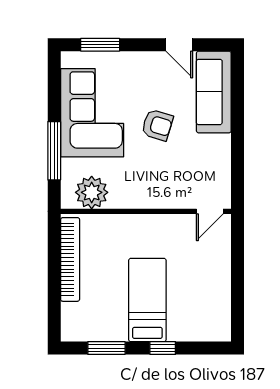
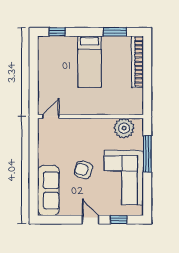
window: (100, 45) -> (119, 220), width x0.67
door: (179, 45) -> (90, 220), moved
bookcase: (70, 259) -> (137, 62), moved
window: (163, 348) -> (57, 32), moved

